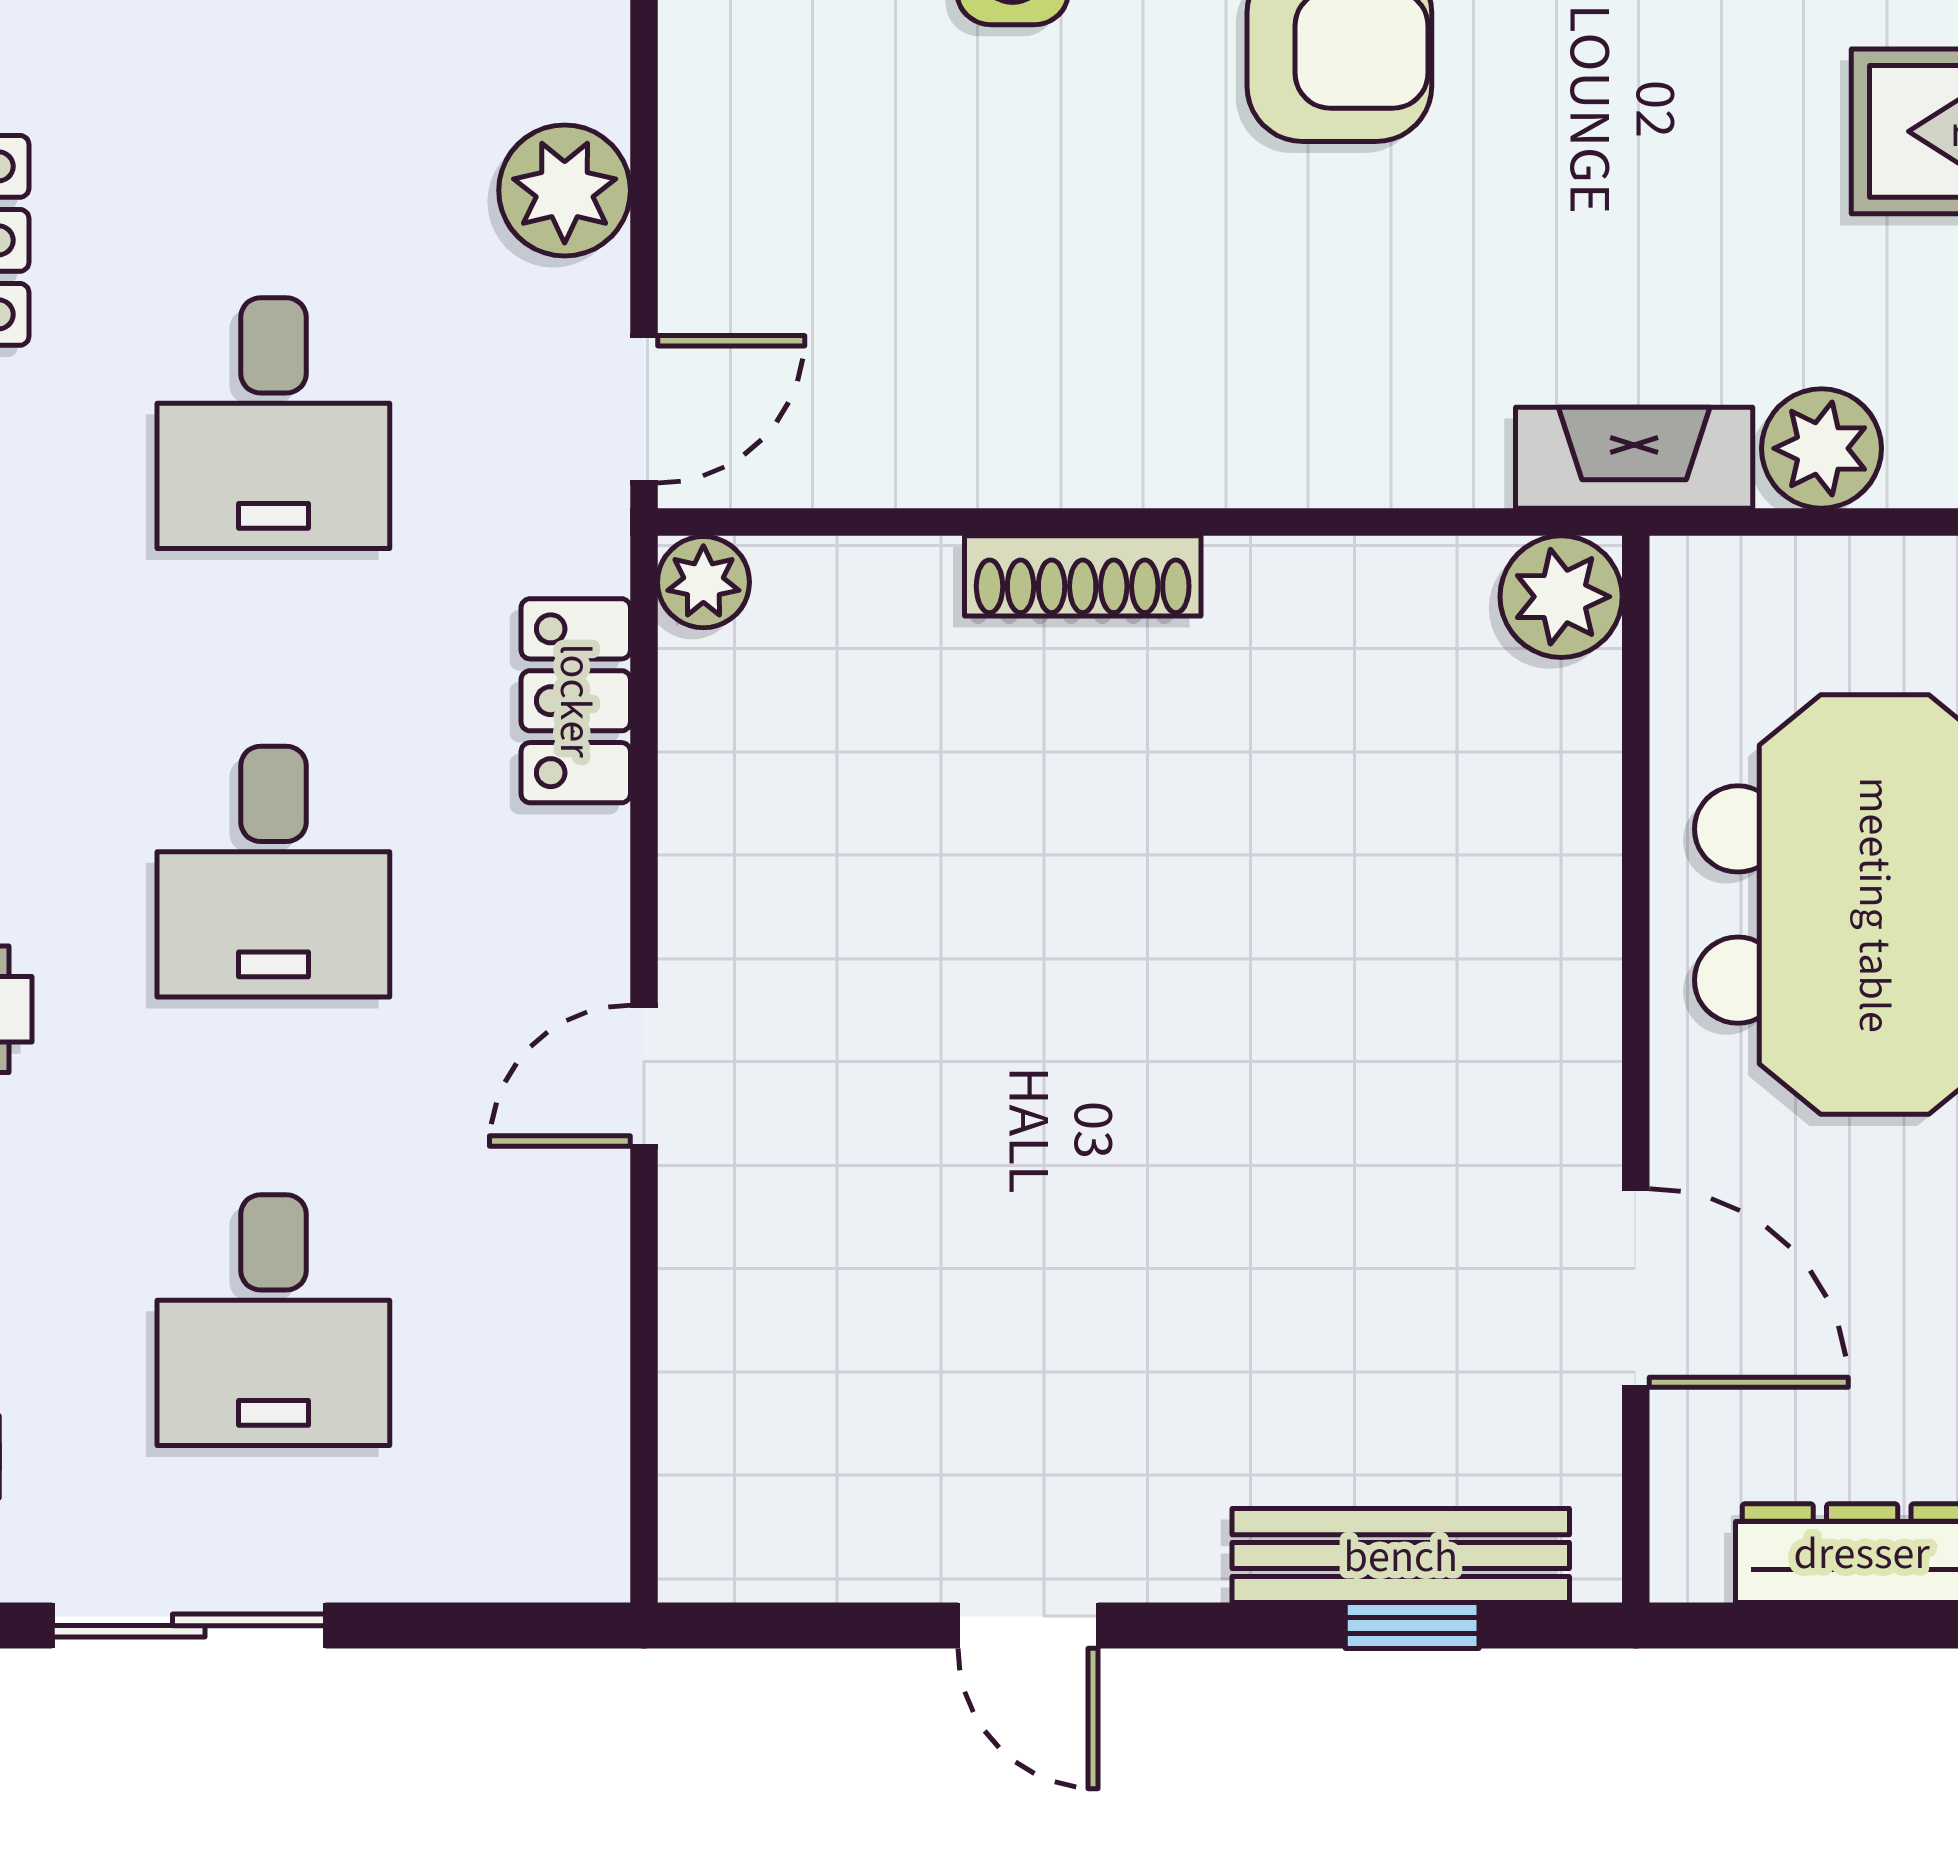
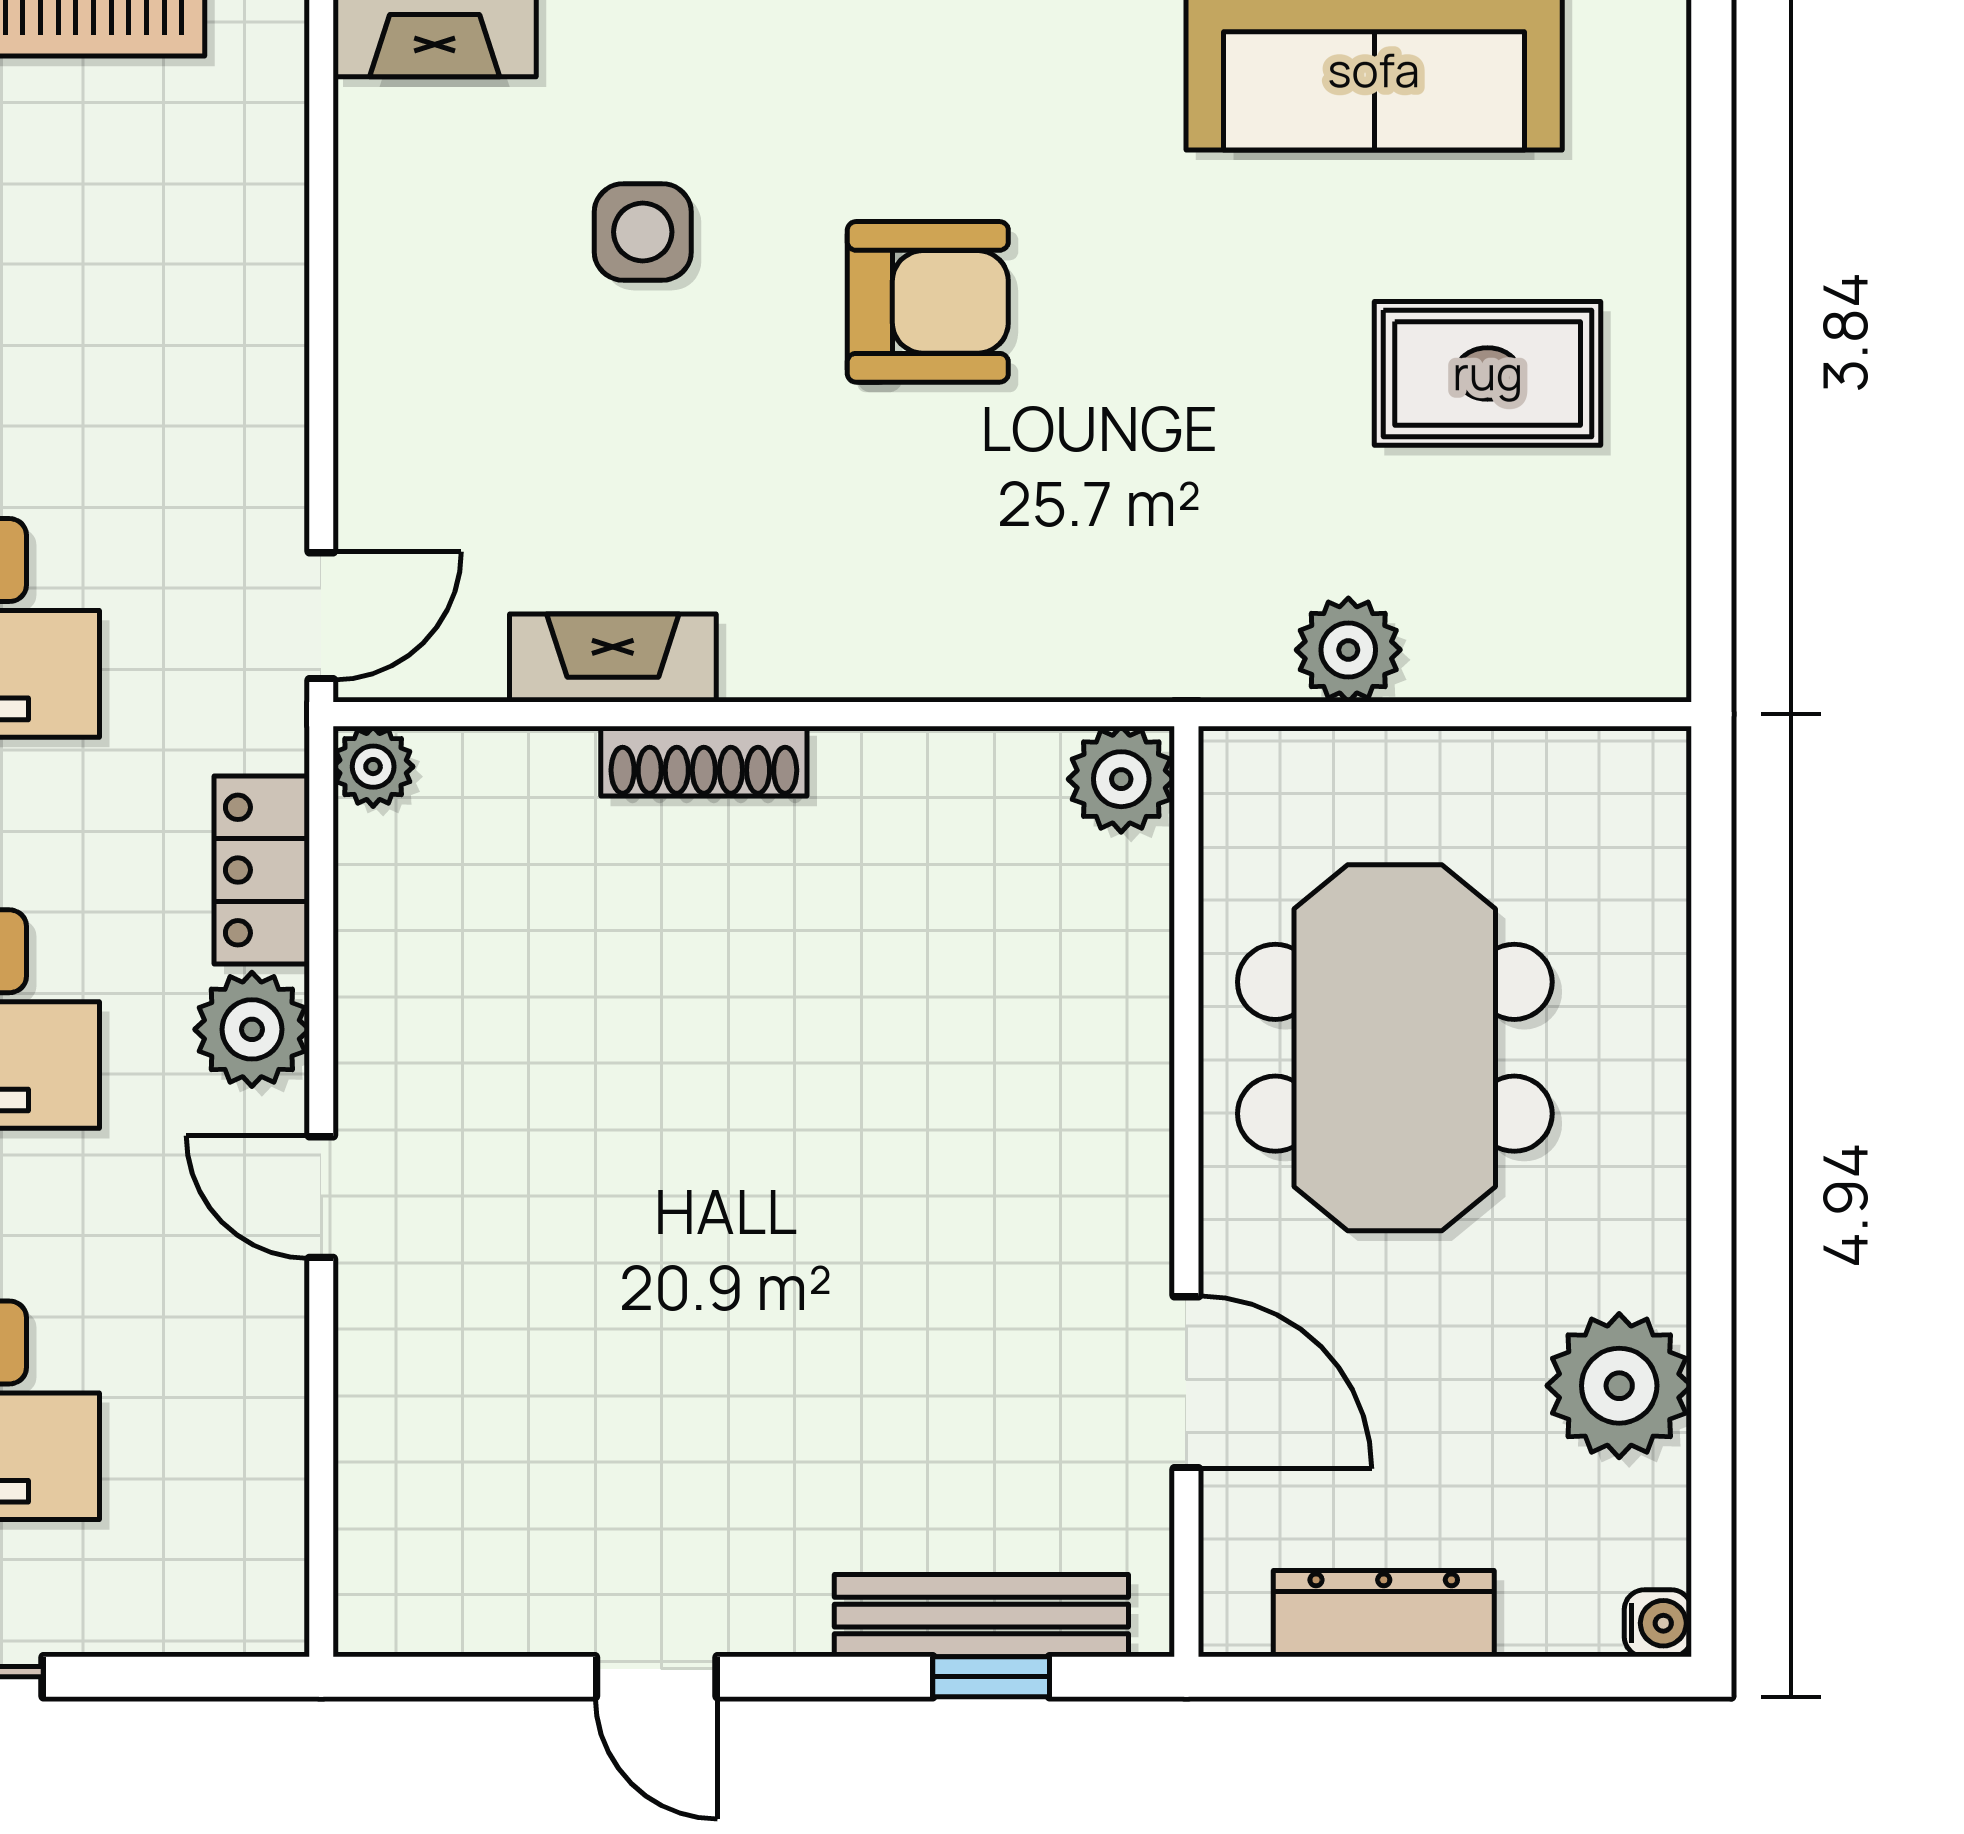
plant: (565, 190) -> (252, 1029), moved
fireplace: (1634, 458) -> (613, 658), moved
door: (644, 1076) -> (321, 1197), hinge flipped

